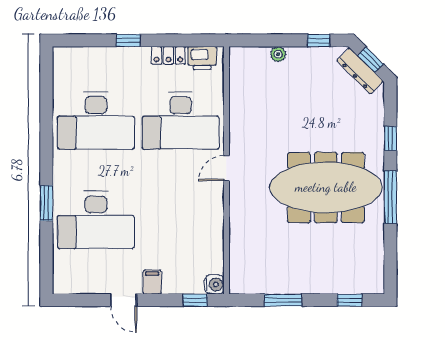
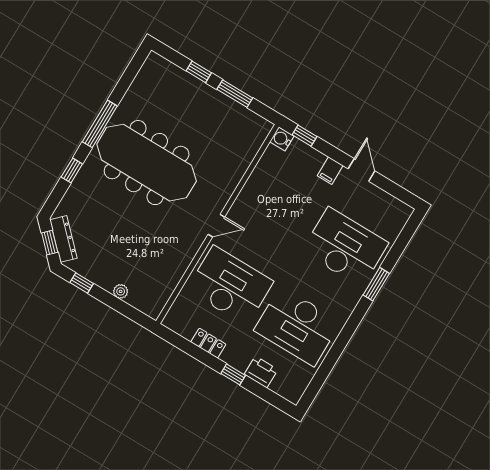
printer: (202, 58) -> (261, 372), moved
desk: (96, 121) -> (297, 326), turned 180
window: (350, 300) -> (199, 72), moved

